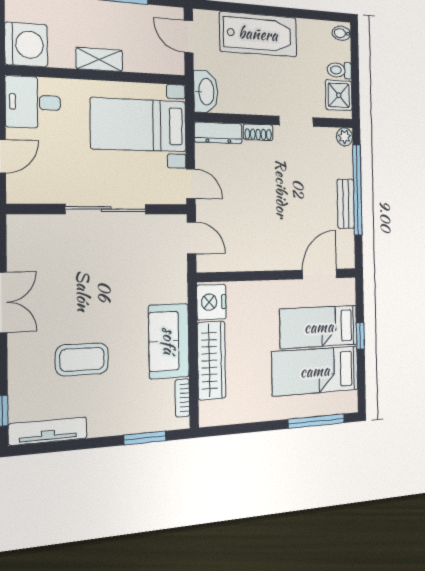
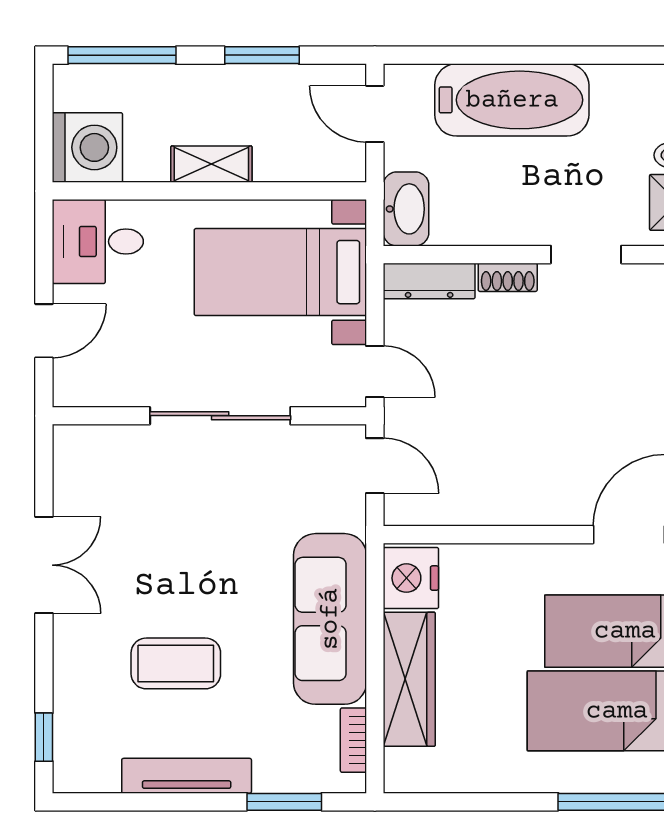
sofa: (169, 341) -> (330, 619), width x1.36
tv unit: (48, 431) -> (187, 776), moved

